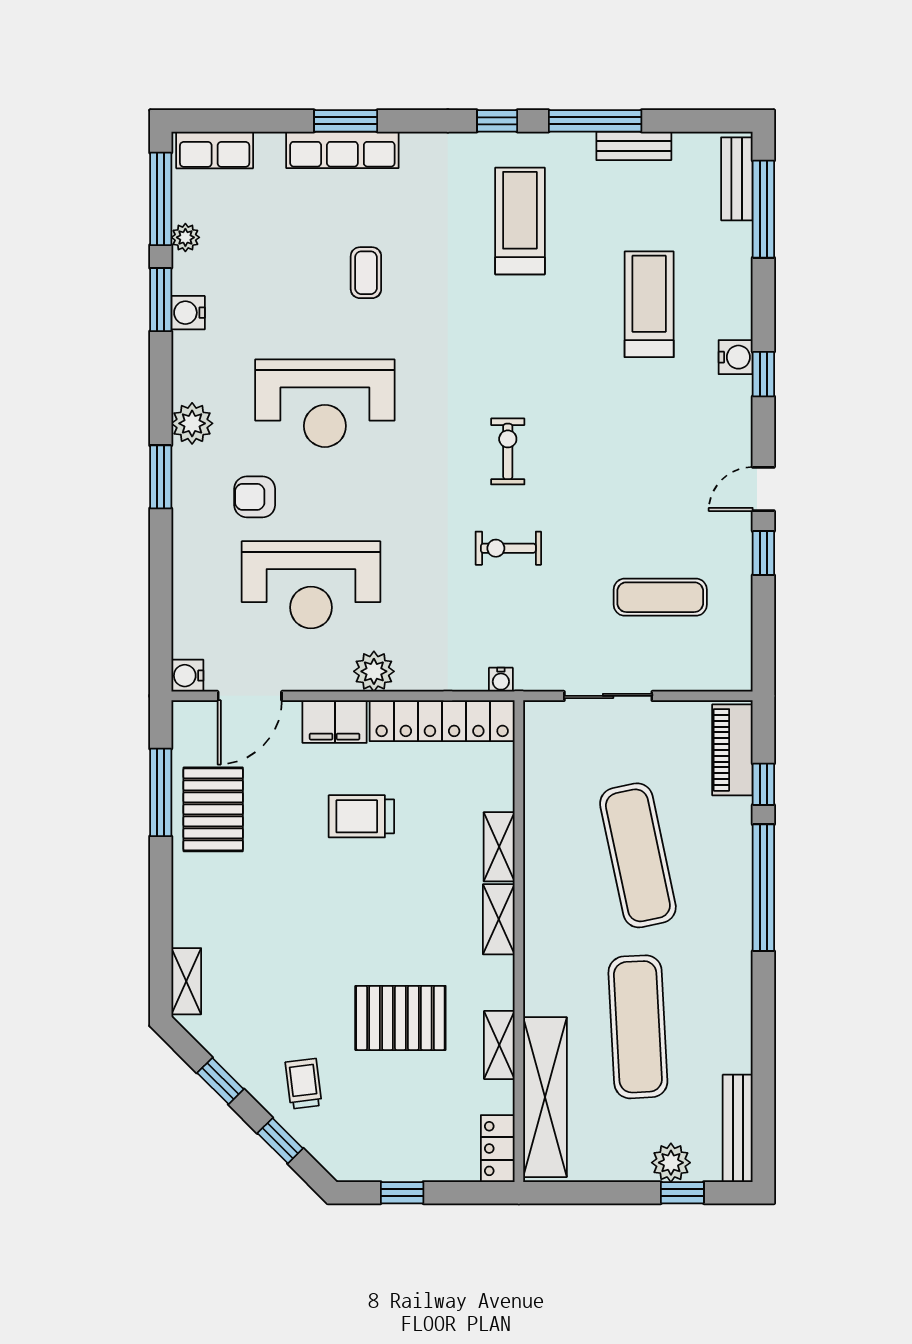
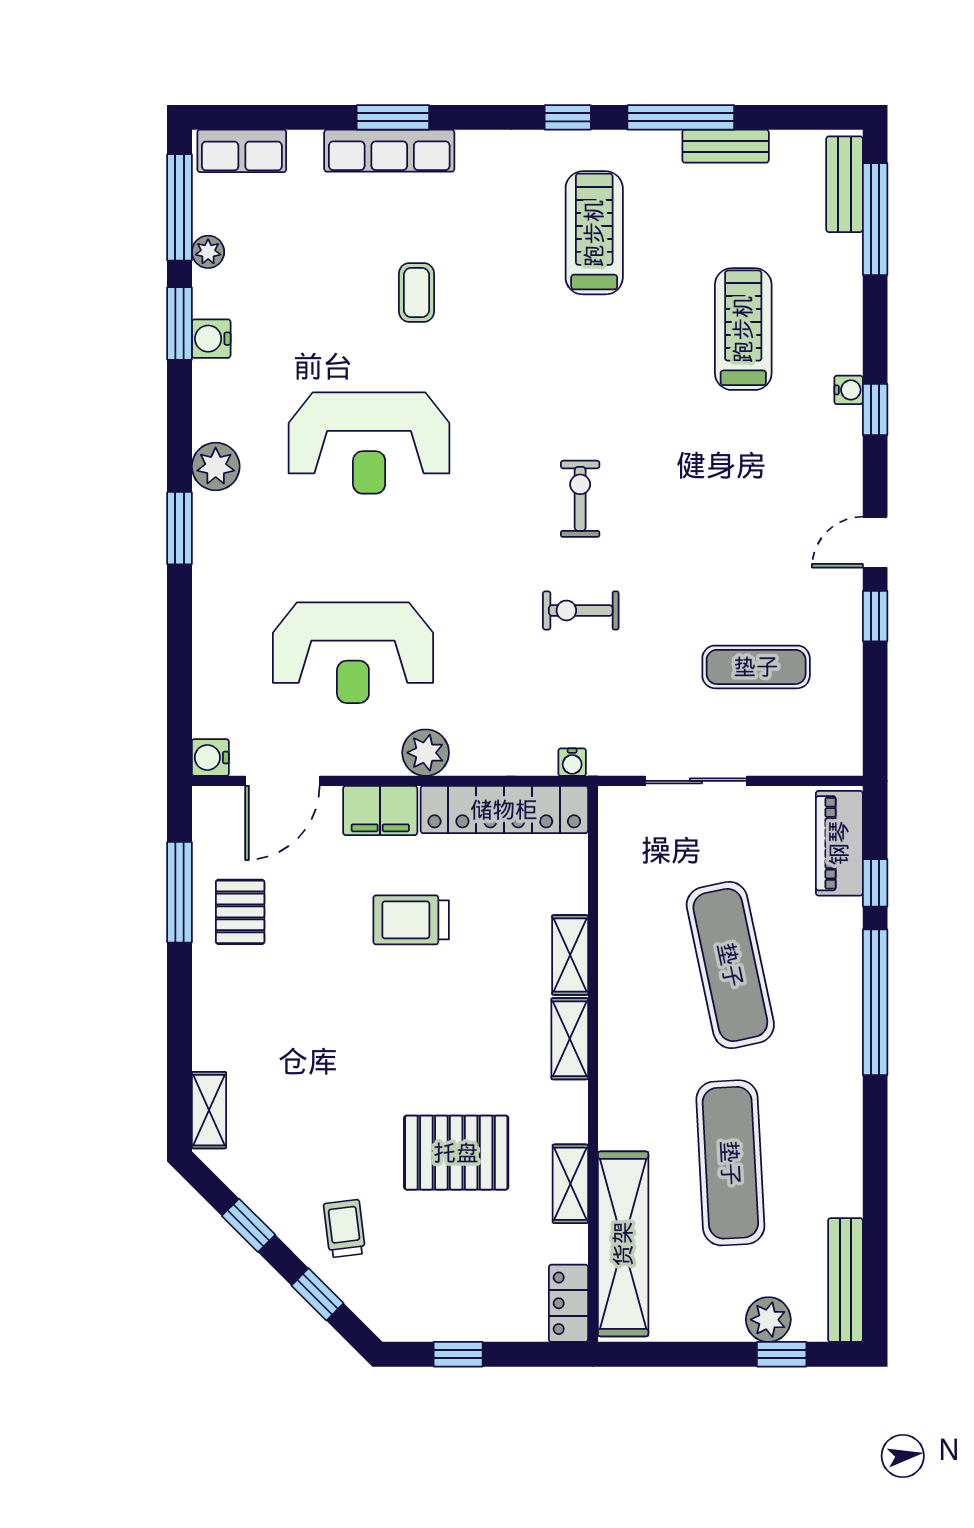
water cooler: (736, 357) -> (849, 390), width x0.72, depth x0.72
armchair: (255, 497) -> (288, 551), removed
pallet: (213, 809) -> (240, 912), width x0.67, depth x0.71

